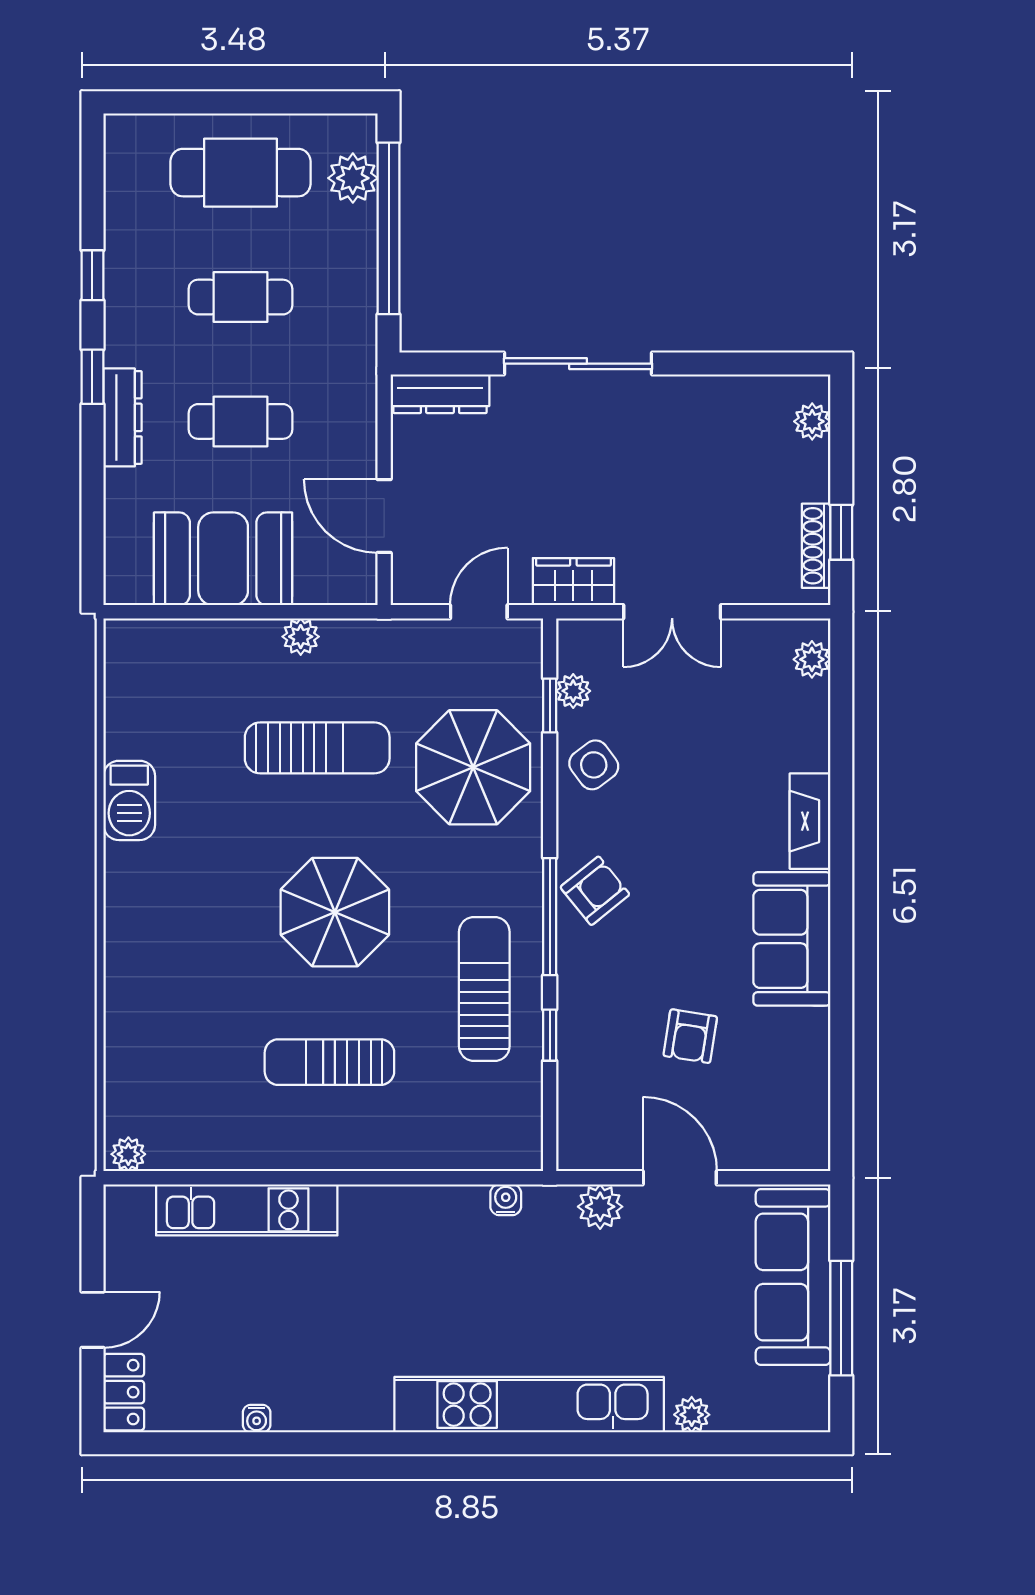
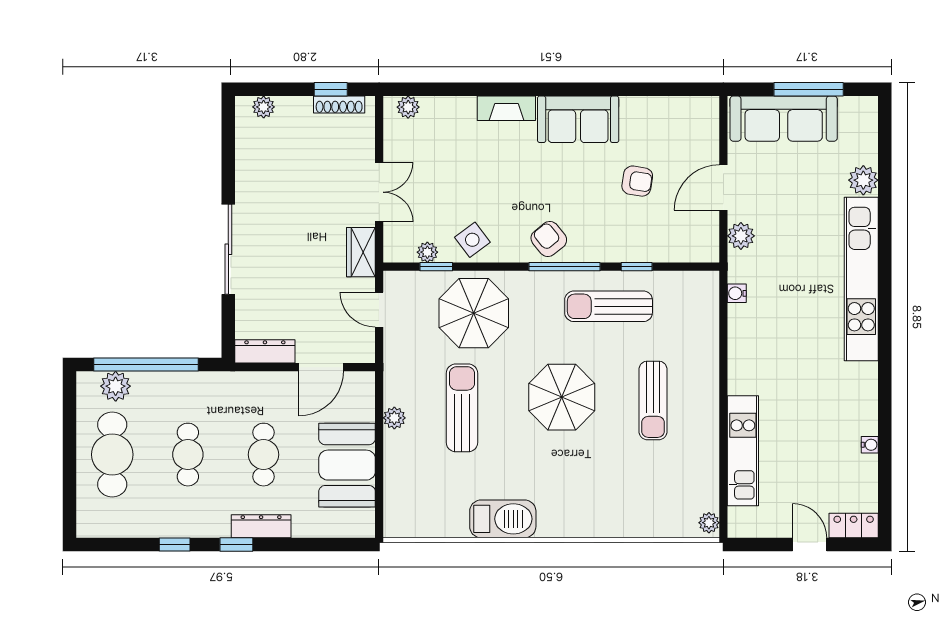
dresser: (440, 394) -> (265, 351), moved, turned -90
barbecue: (129, 800) -> (503, 519), width x1.37, depth x1.21
plant: (692, 1415) -> (863, 180), width x1.38, depth x1.38

